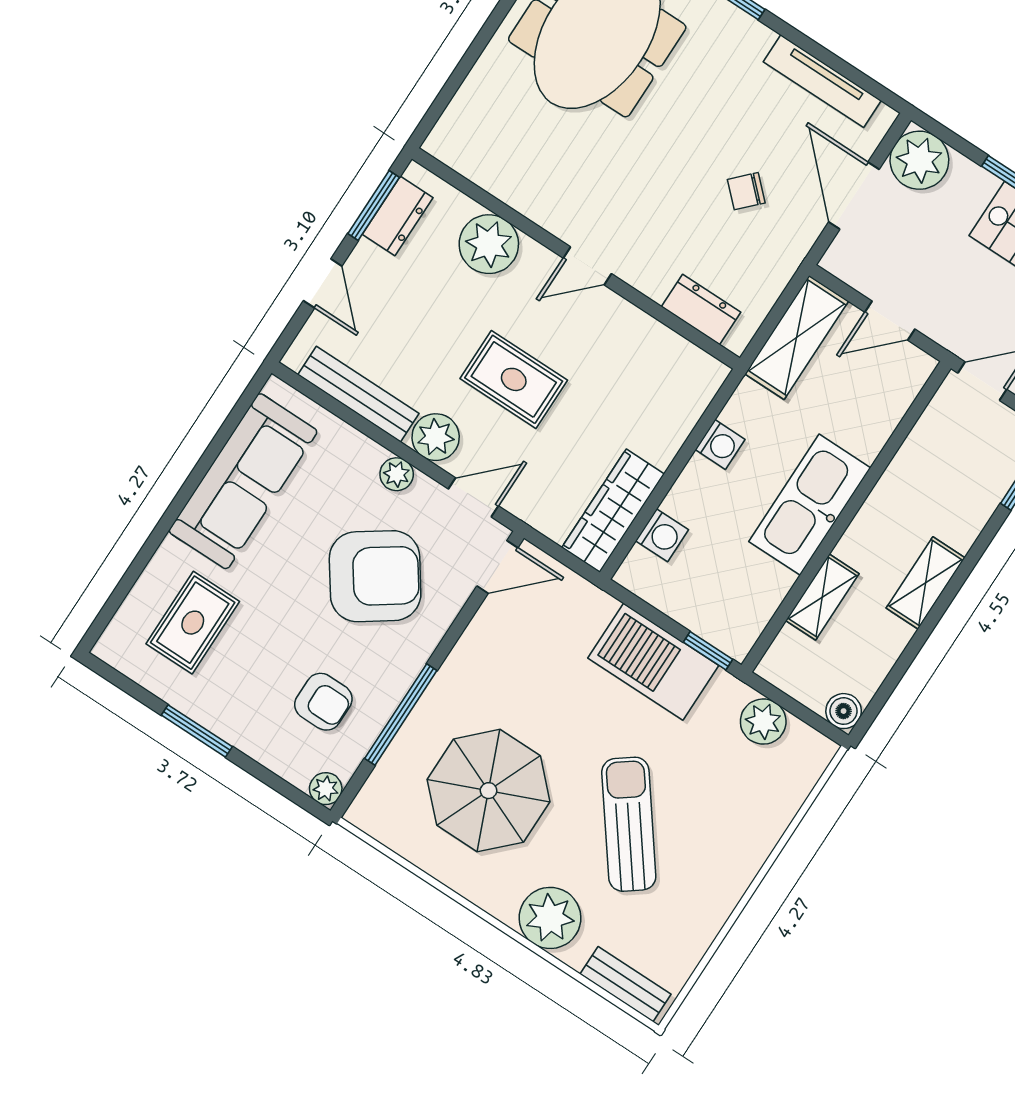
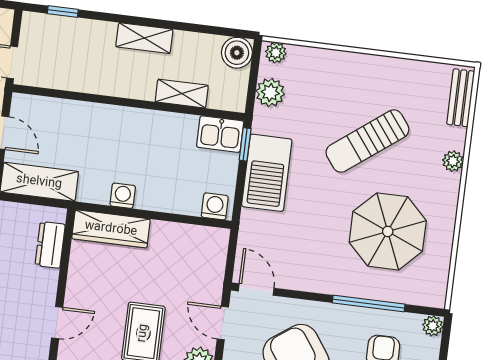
door: (587, 266) -> (57, 323), hinge flipped
kitchen sink: (810, 505) -> (220, 134), moved, width x0.53, depth x0.81
wardrobe: (613, 511) -> (111, 229), moved
washing machine: (662, 535) -> (215, 206), moved
boiler: (844, 711) -> (237, 53), width x1.36, depth x1.36
plant: (815, 757) -> (276, 53), added
plant: (550, 918) -> (453, 161), width x0.53, depth x0.53

